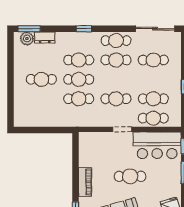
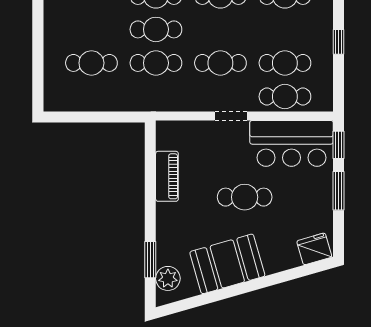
cafe table: (41, 79) -> (91, 63), moved
piano: (85, 182) -> (167, 176), moved

